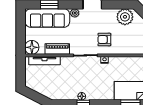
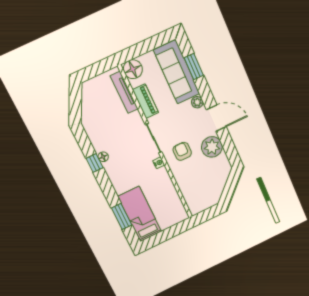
plant: (125, 17) -> (212, 147), moved

